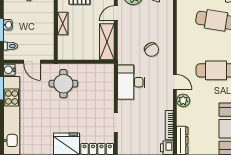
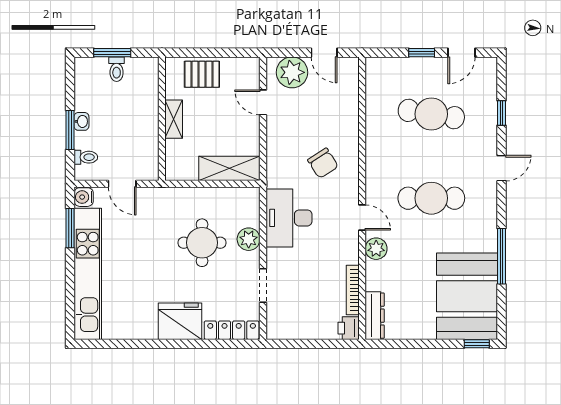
door: (116, 13) -> (263, 102), hinge flipped
shelving: (107, 42) -> (229, 168), moved, turned 90
round table: (63, 84) -> (202, 243), moved
plant: (107, 95) -> (249, 239), added

